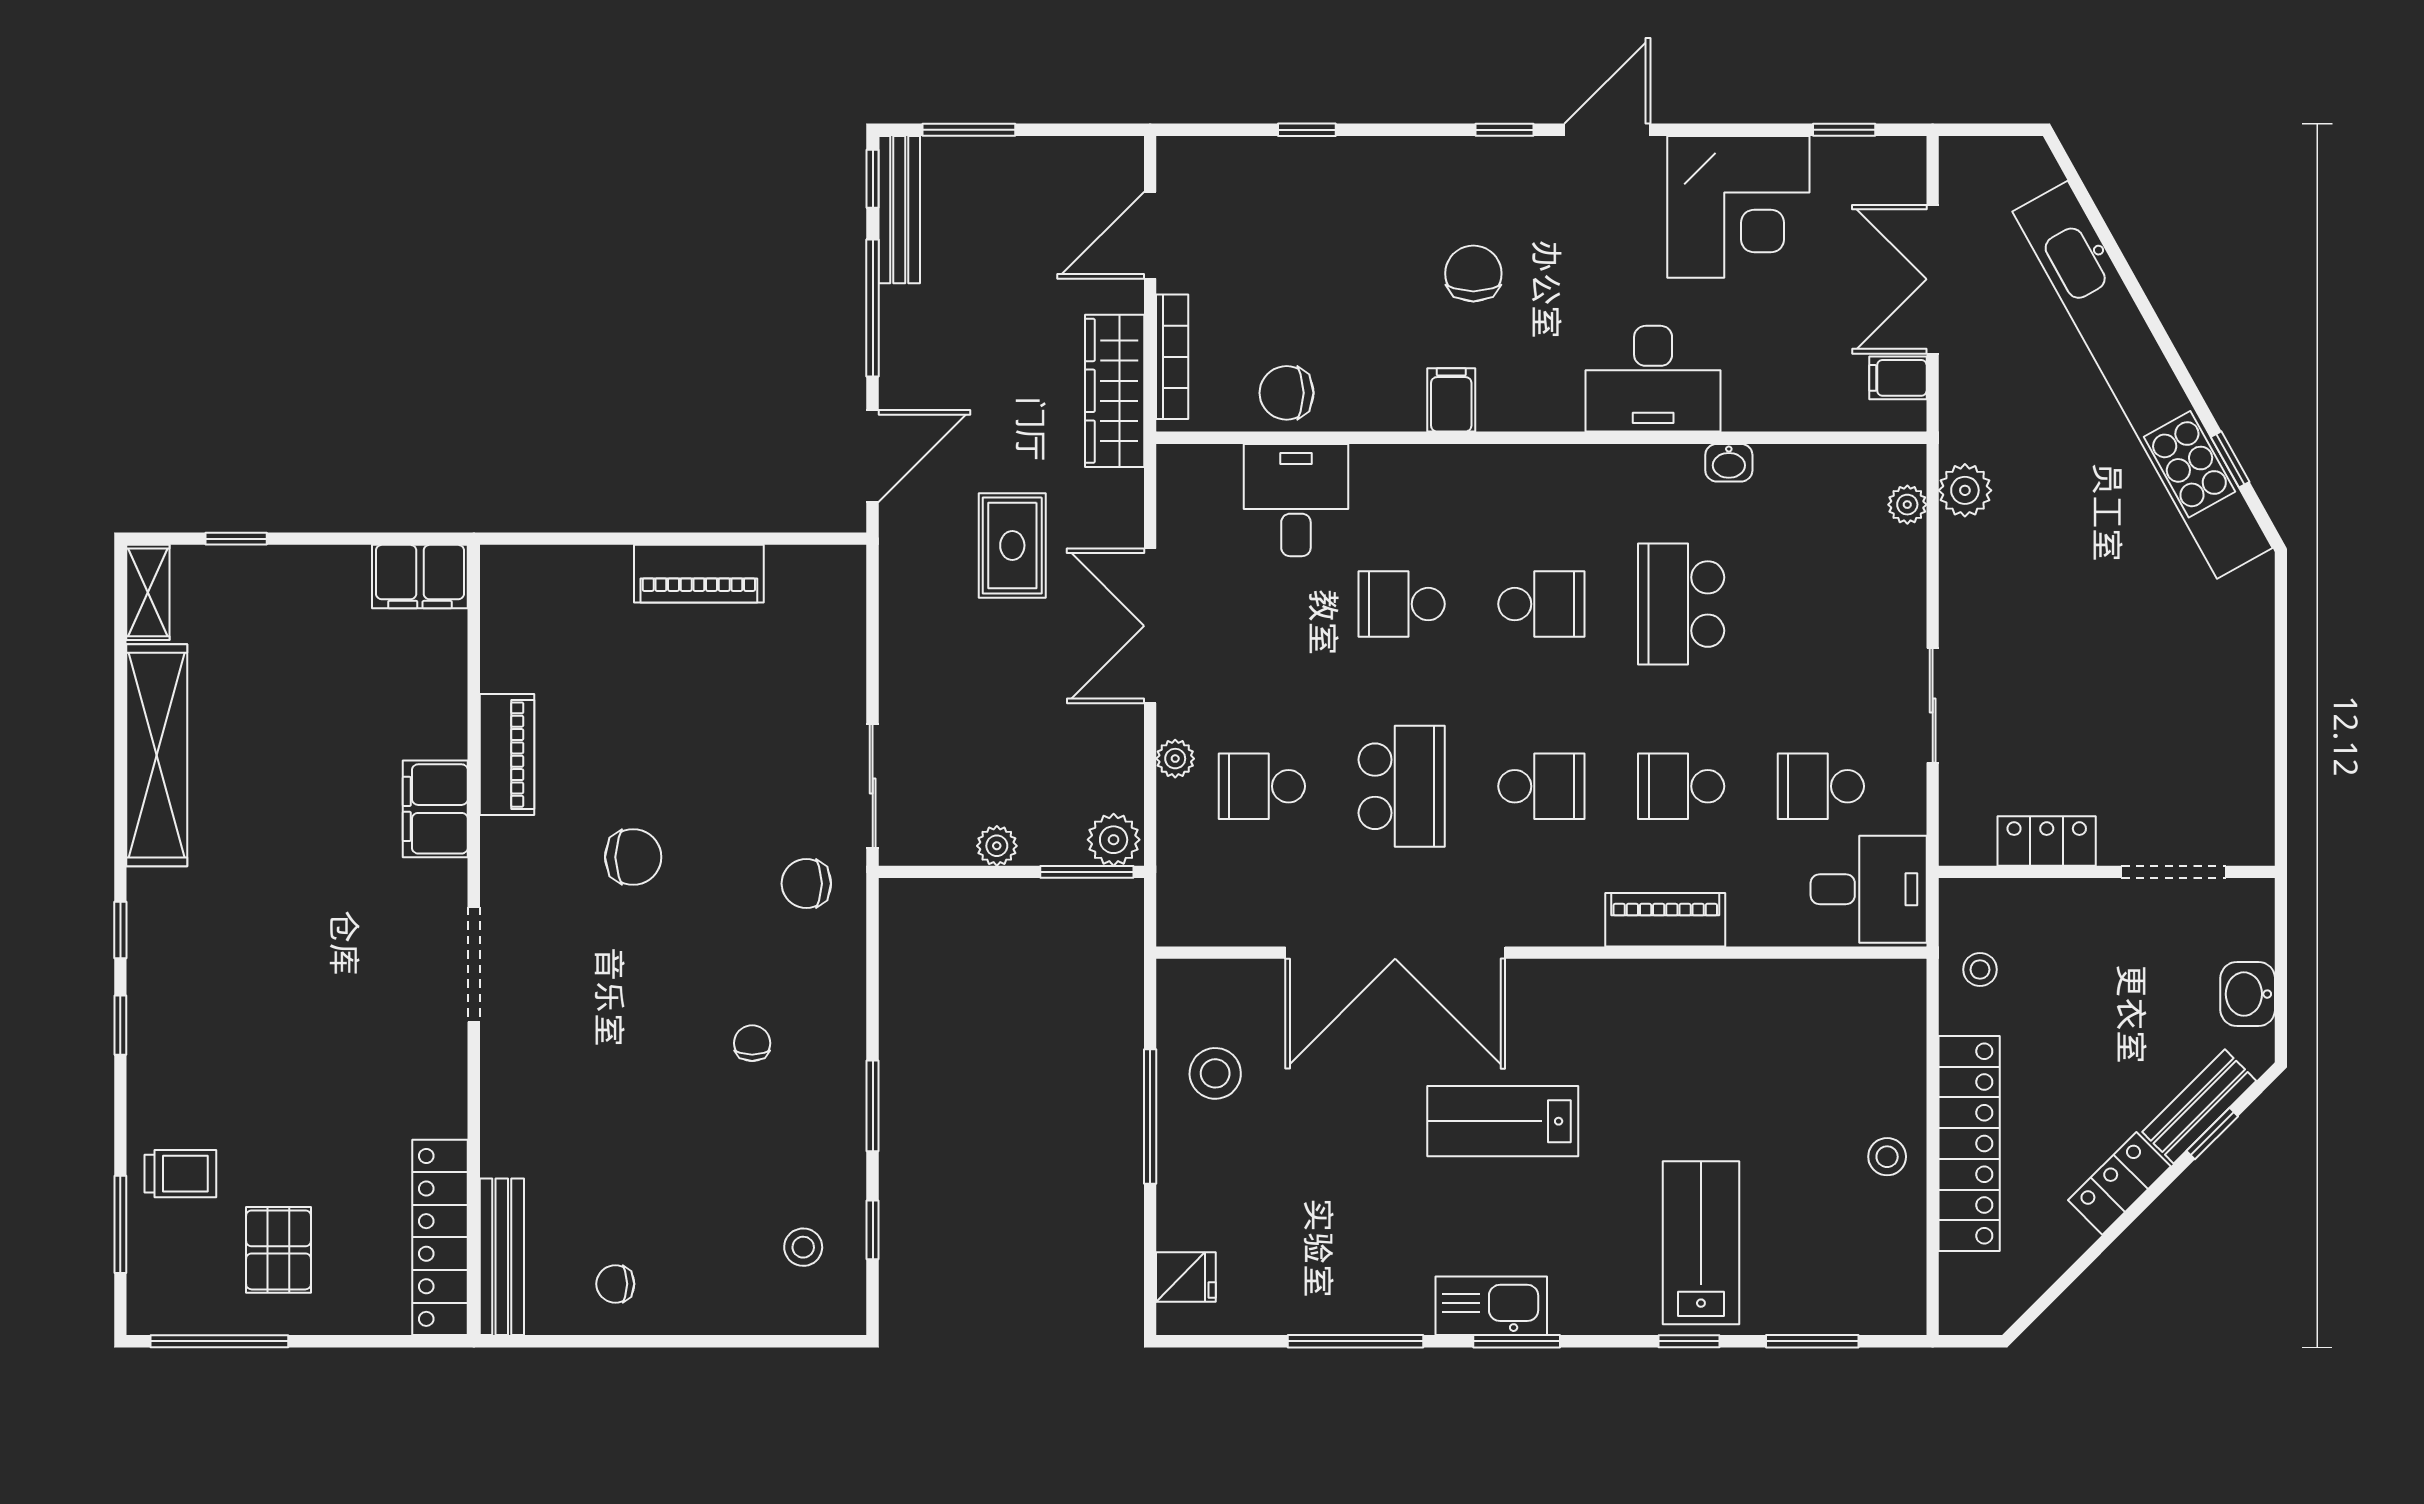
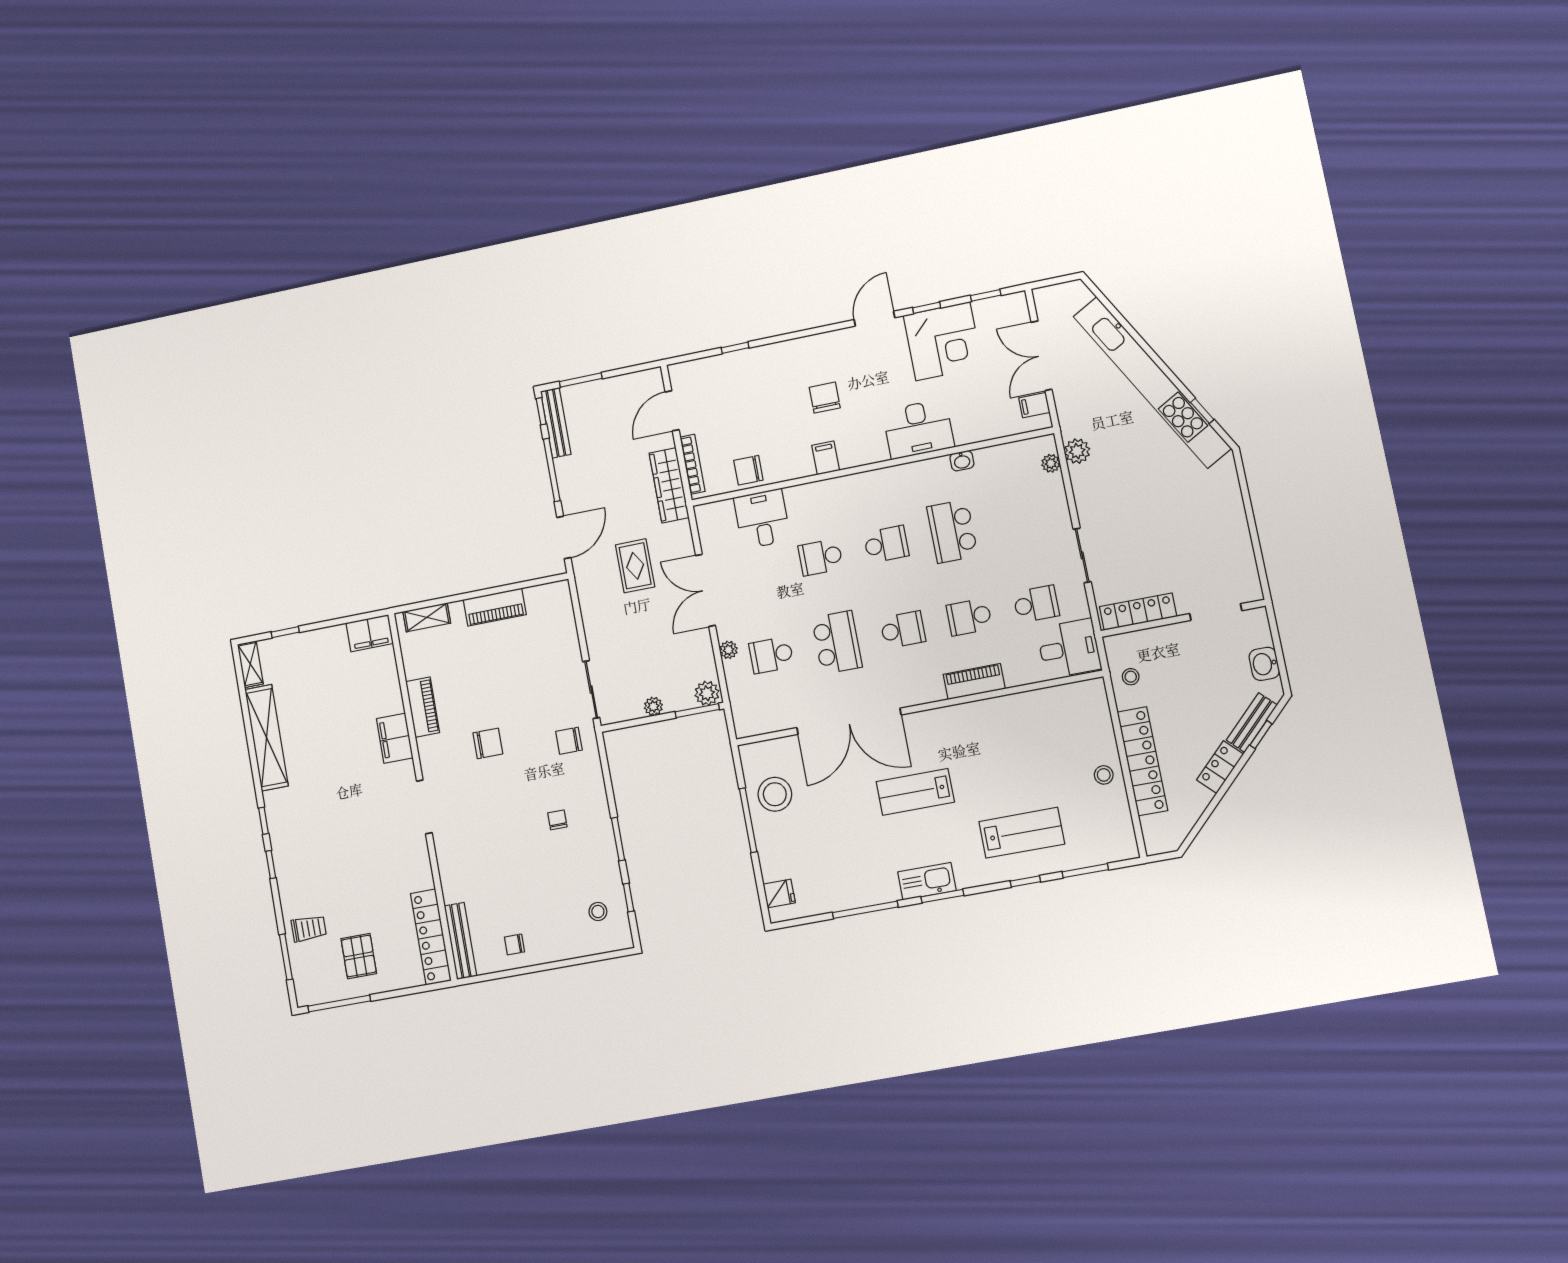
window: (1505, 130) -> (927, 308), moved
shelving: (549, 567) -> (427, 617), added
school desk: (1821, 786) -> (1036, 604), turned 180
locker: (2047, 841) -> (1138, 612), width x1.53
stool: (1215, 1073) -> (775, 794), width x1.38, depth x1.38
lab bench: (1701, 1243) -> (1022, 833), turned 90

